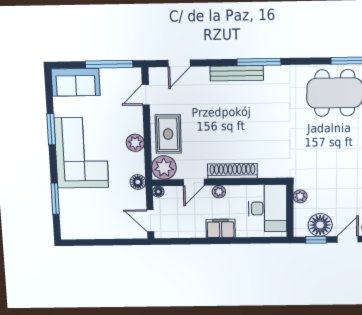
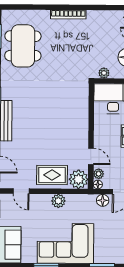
shoe rack: (232, 171) -> (82, 126), removed
floor lamp: (138, 182) -> (103, 200), moved
plant: (219, 192) -> (99, 174), moved

